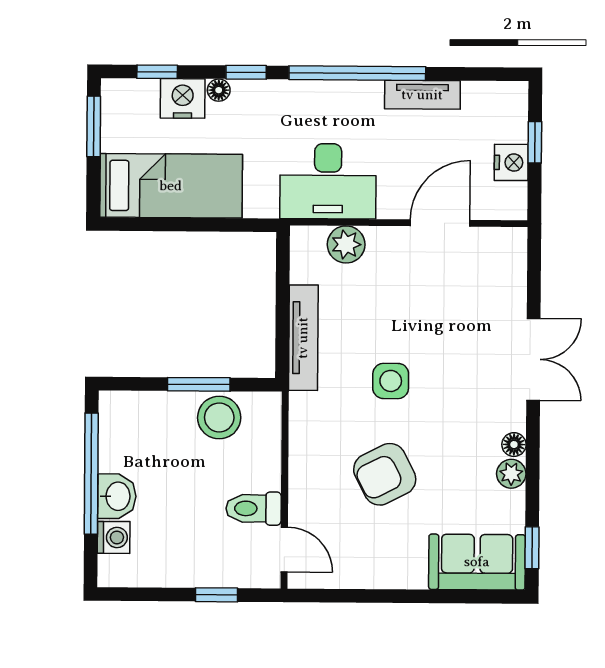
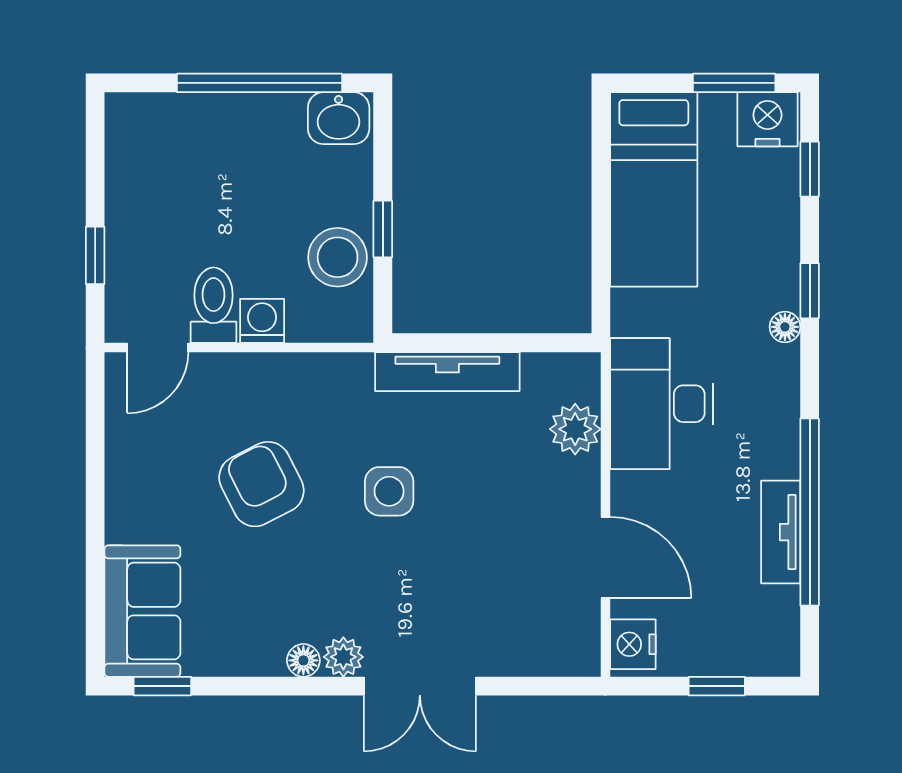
window: (357, 73) -> (810, 512), moved
floor lamp: (219, 90) -> (785, 327), moved
nightstand: (183, 98) -> (767, 119), moved, turned -90
nightstand: (511, 162) -> (633, 644), moved, turned 90
window: (199, 384) -> (383, 229), width x0.67
plant: (511, 474) -> (343, 657), moved
washbasin: (117, 496) -> (339, 118), moved
washing machine: (114, 537) -> (262, 321), moved, turned 180

